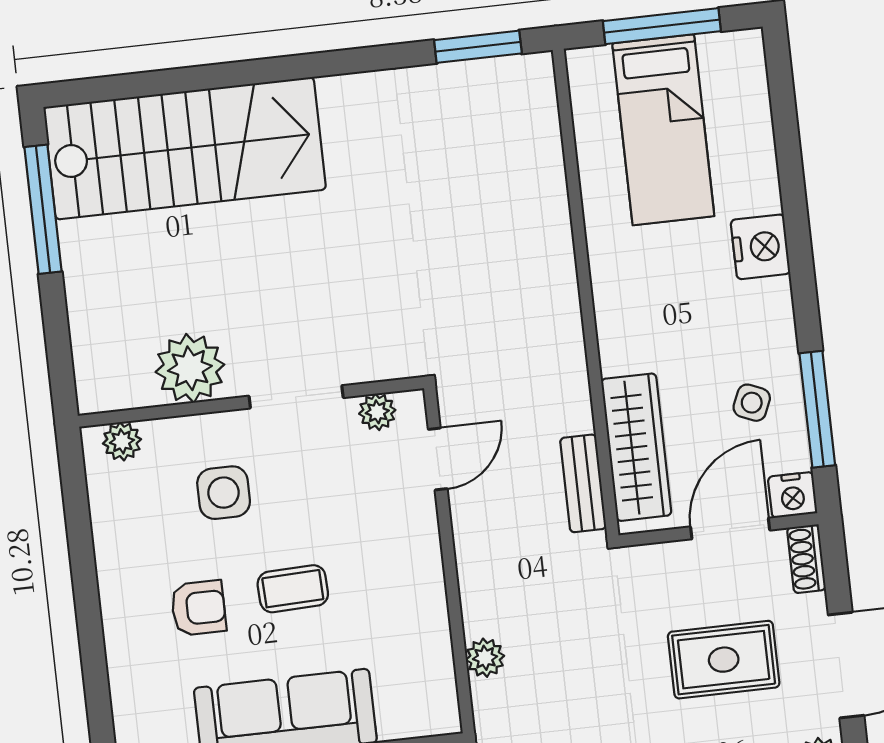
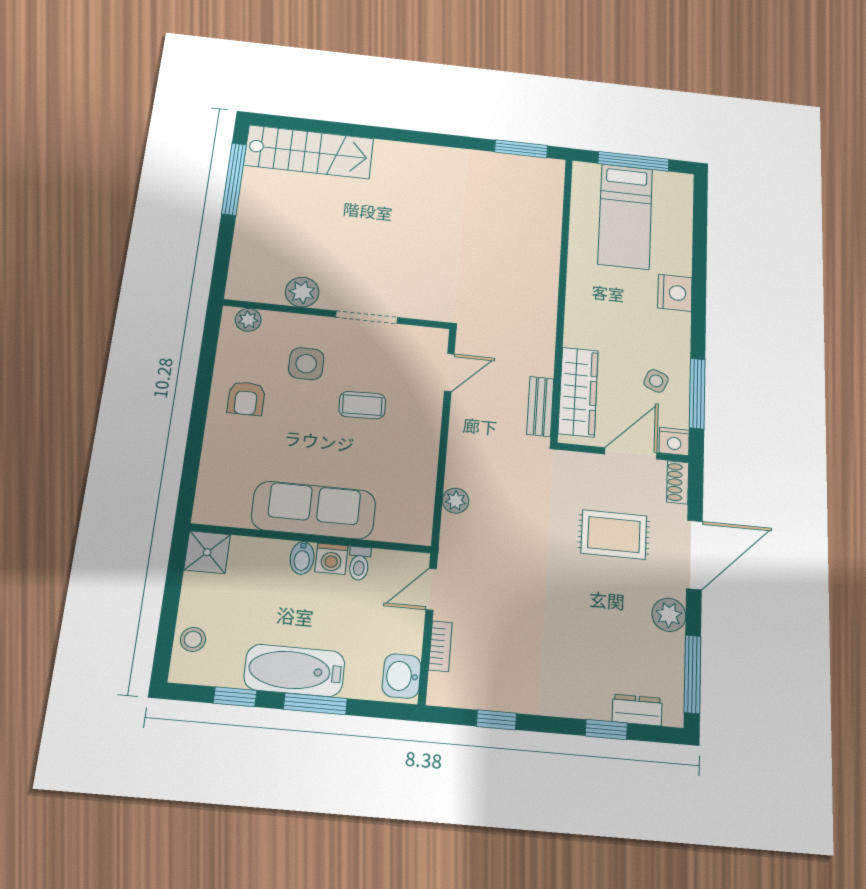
stairs: (185, 148) -> (309, 152), width x0.73, depth x0.66
plant: (190, 368) -> (302, 292), width x0.73, depth x0.73
plant: (377, 412) -> (416, 337), removed
coffee table: (293, 589) -> (362, 405), moved
armchair: (198, 608) -> (246, 398), moved, turned 90

